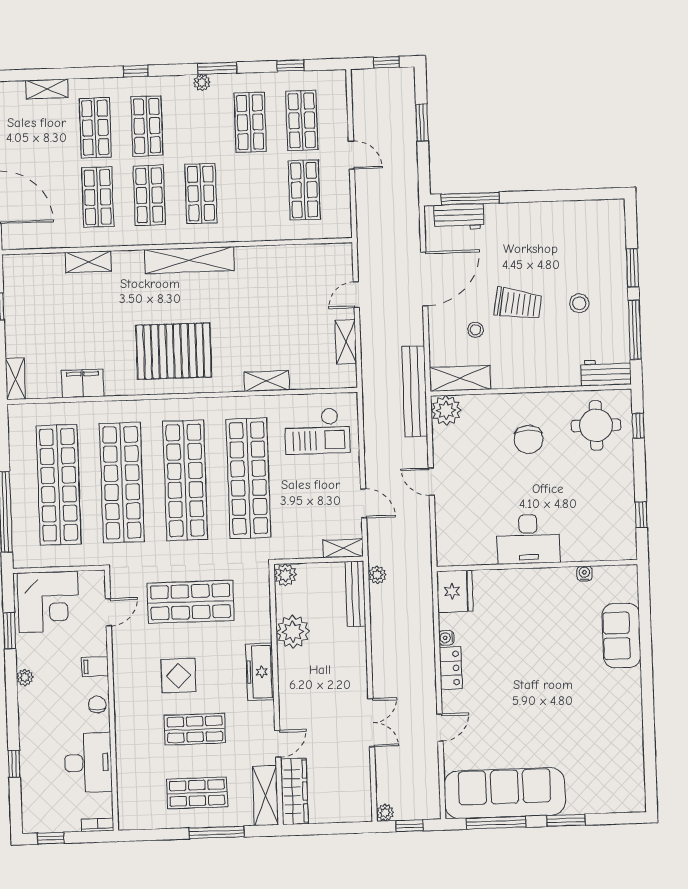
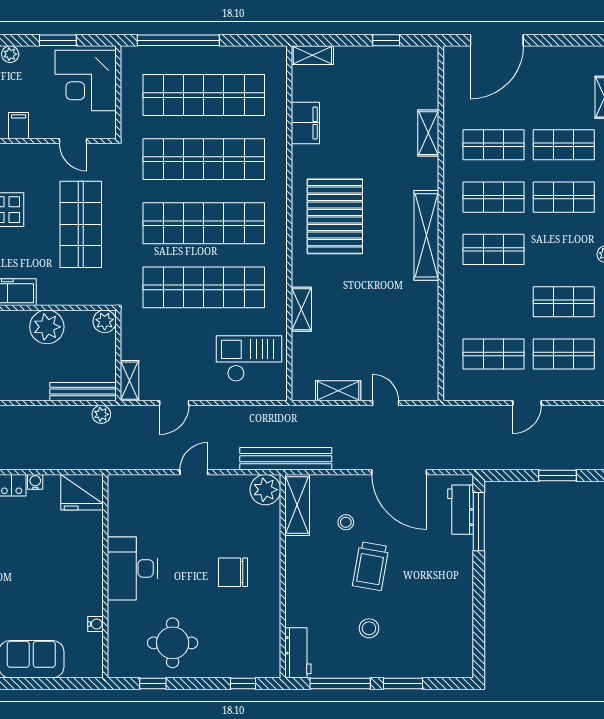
round table: (596, 425) -> (173, 643), moved
checkout: (317, 431) -> (249, 359), turned 90

